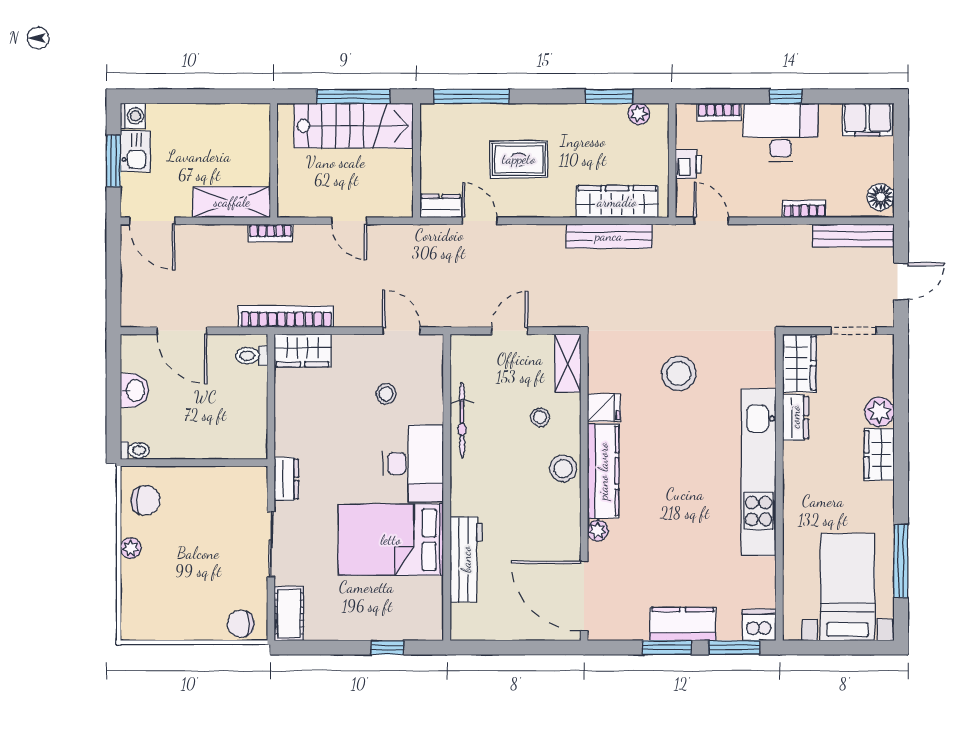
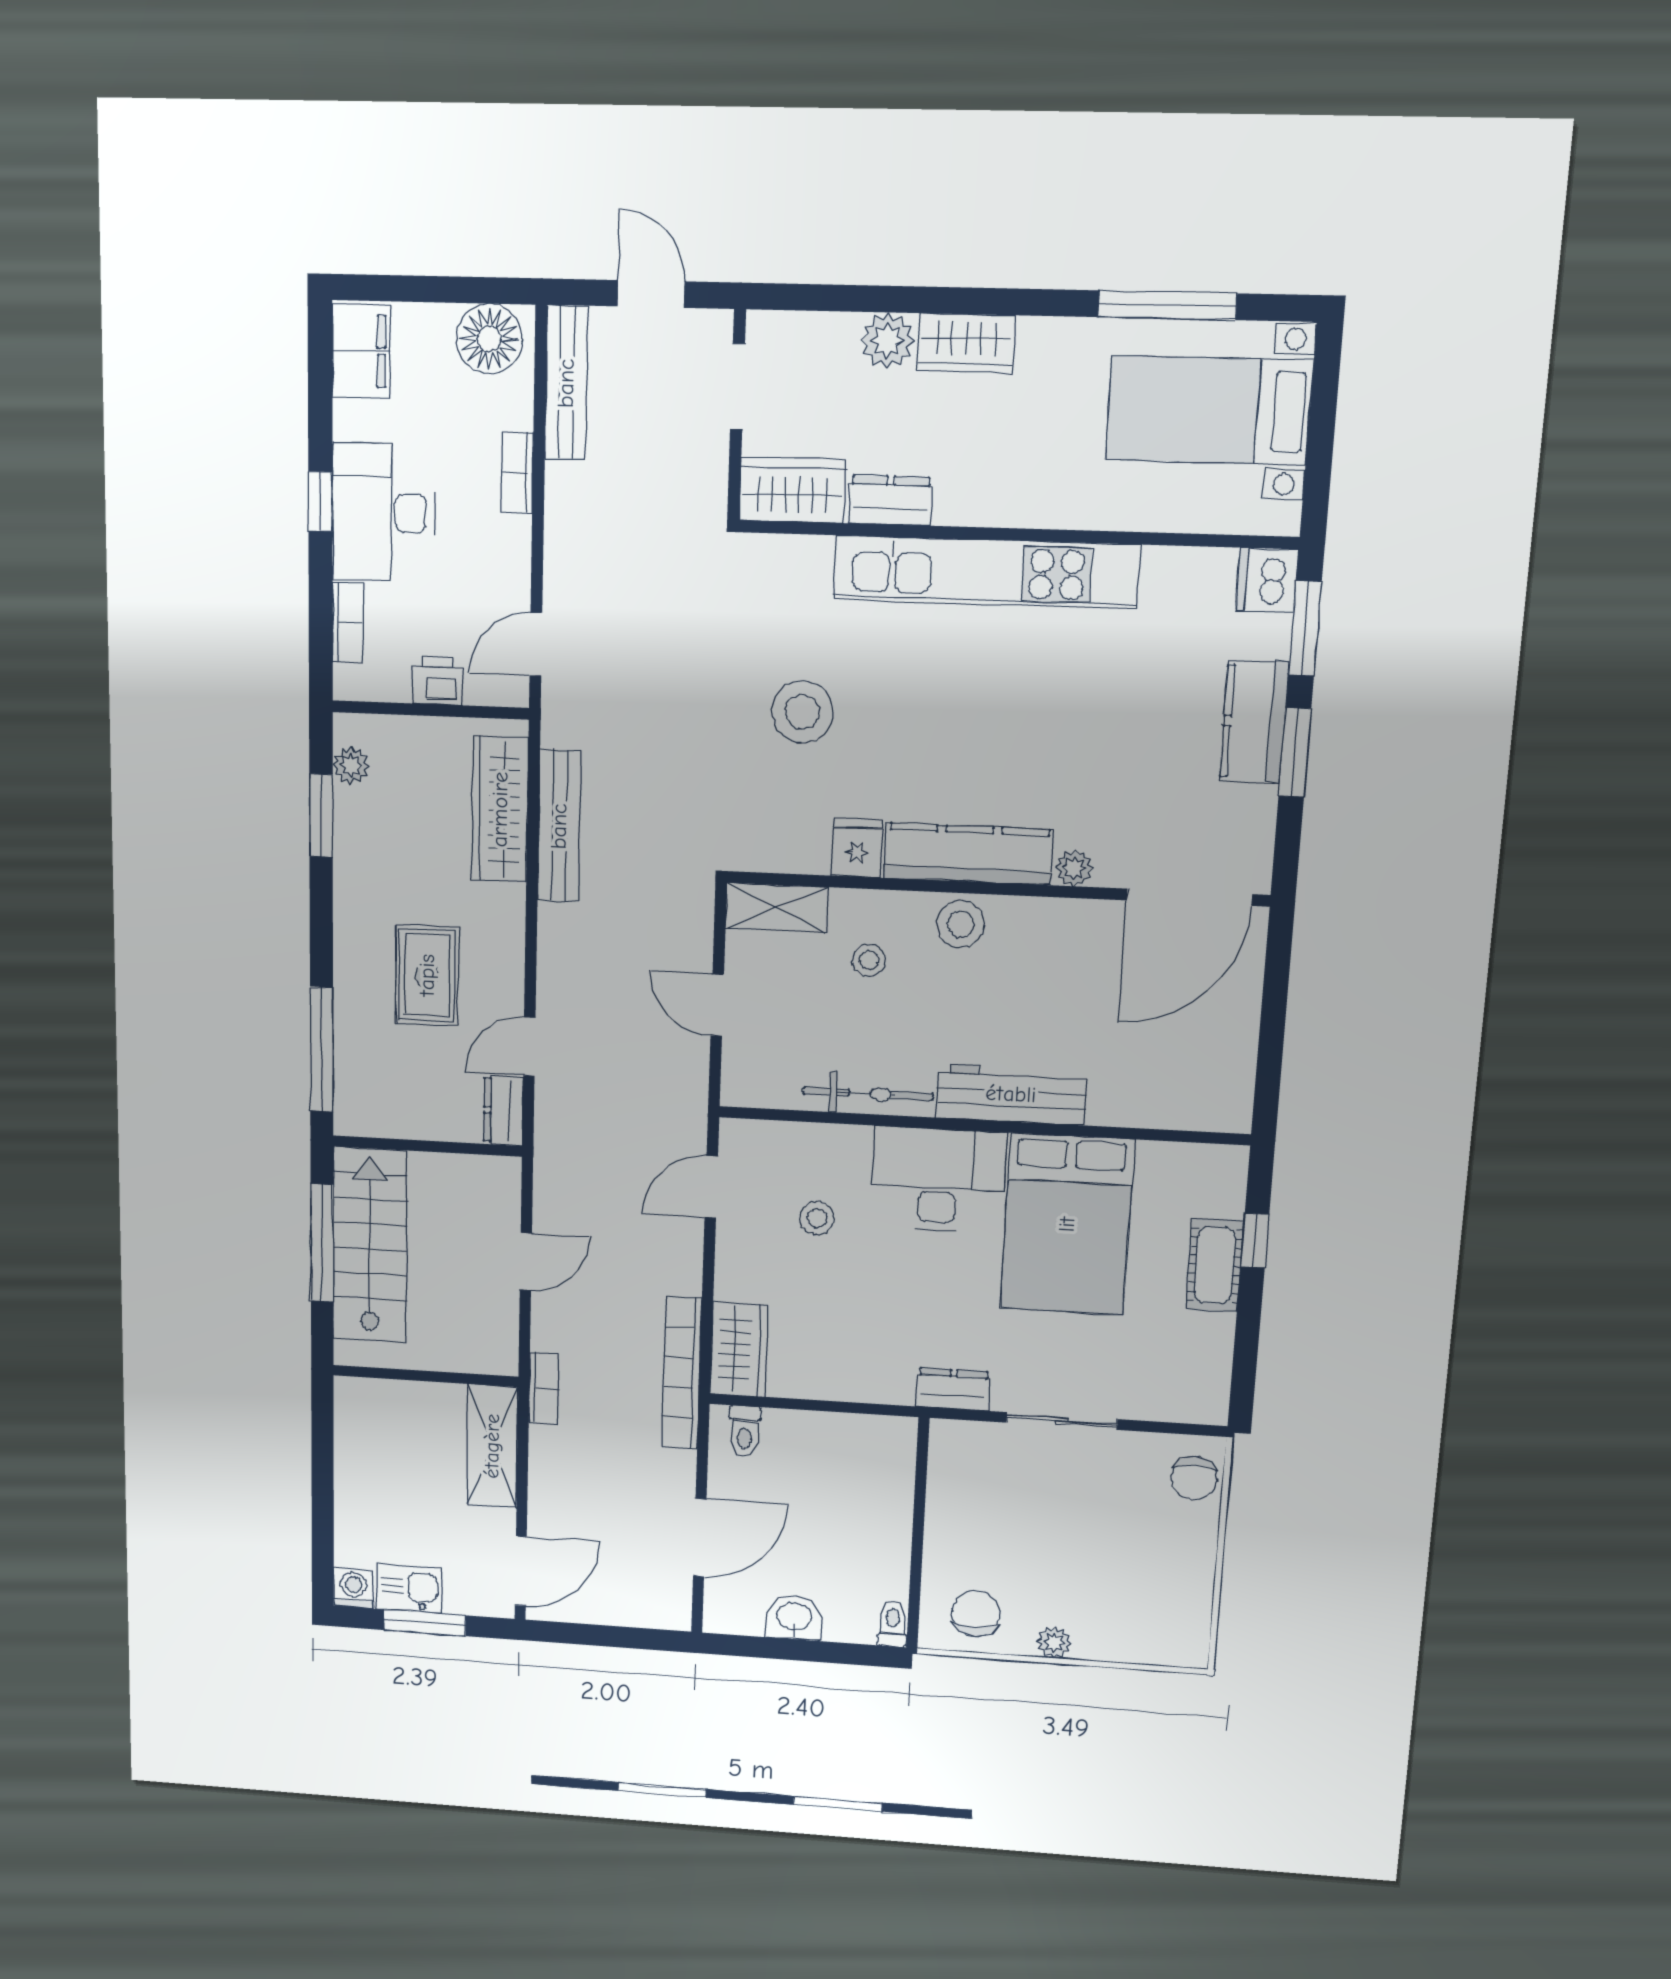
floor lamp: (881, 197) -> (489, 339), width x1.38, depth x1.38
workbench: (466, 559) -> (1011, 1094), moved
cot: (289, 614) -> (1215, 1265), moved, turned 90

